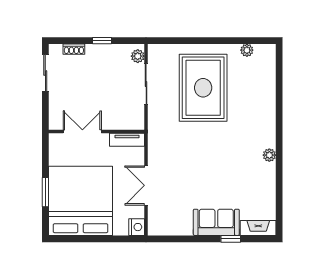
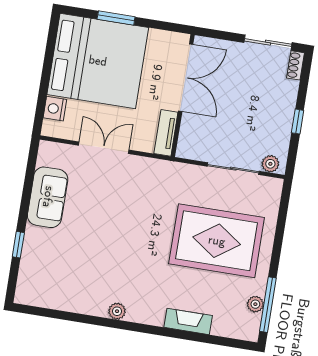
window: (246, 41) -> (268, 305), added
shoe rack: (74, 49) -> (296, 65), moved
double door: (82, 132) -> (186, 78), width x1.37
sofa: (216, 222) -> (48, 197), moved
nightstand: (137, 227) -> (55, 109), moved, turned 90
fireplace: (258, 228) -> (188, 321), moved, turned -90

